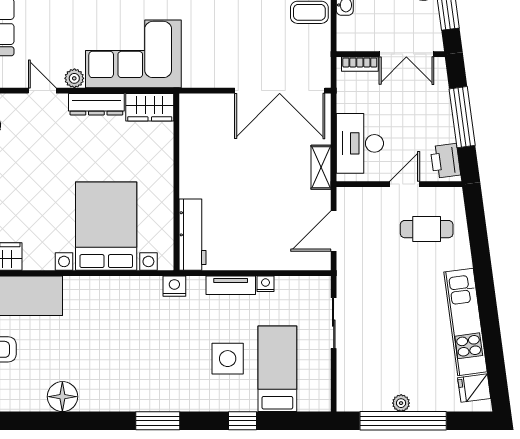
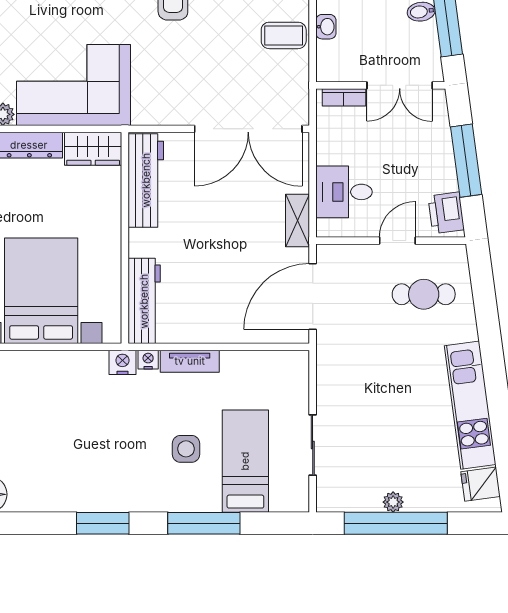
workbench: (194, 134) -> (146, 180), added
desk: (360, 143) -> (344, 192), width x0.73
door: (334, 231) -> (313, 297), width x1.36
nightstand: (266, 284) -> (148, 360), moved
sliding door: (334, 323) -> (313, 445), moved
side table: (228, 359) -> (186, 449), width x0.73, depth x0.73
window: (243, 421) -> (204, 523), width x2.17

